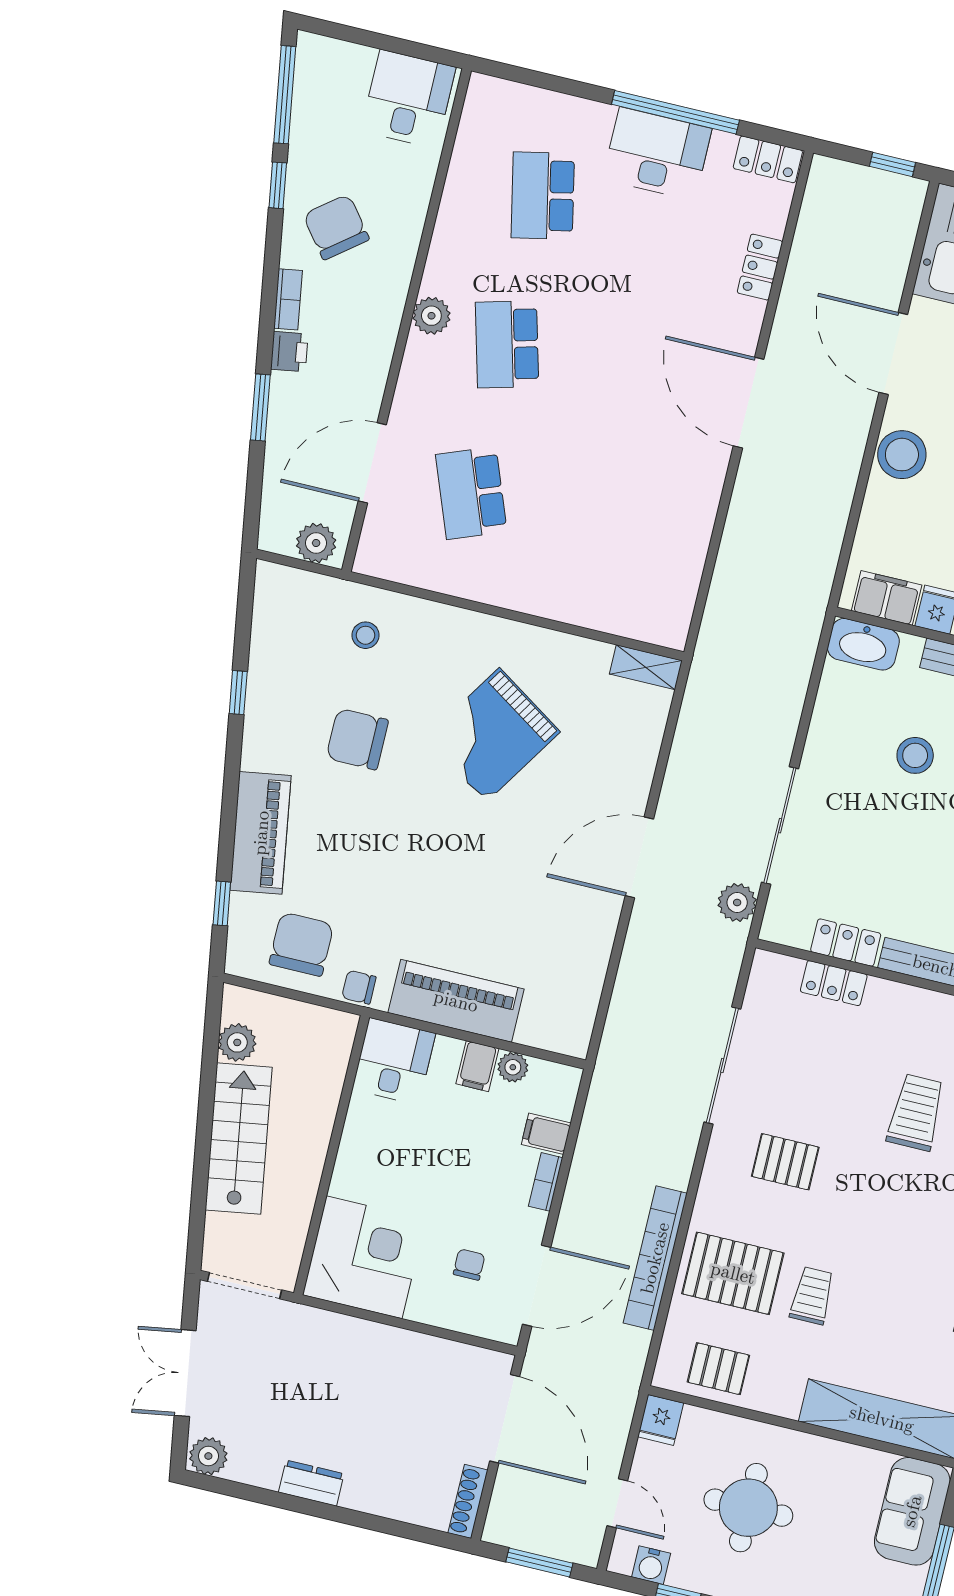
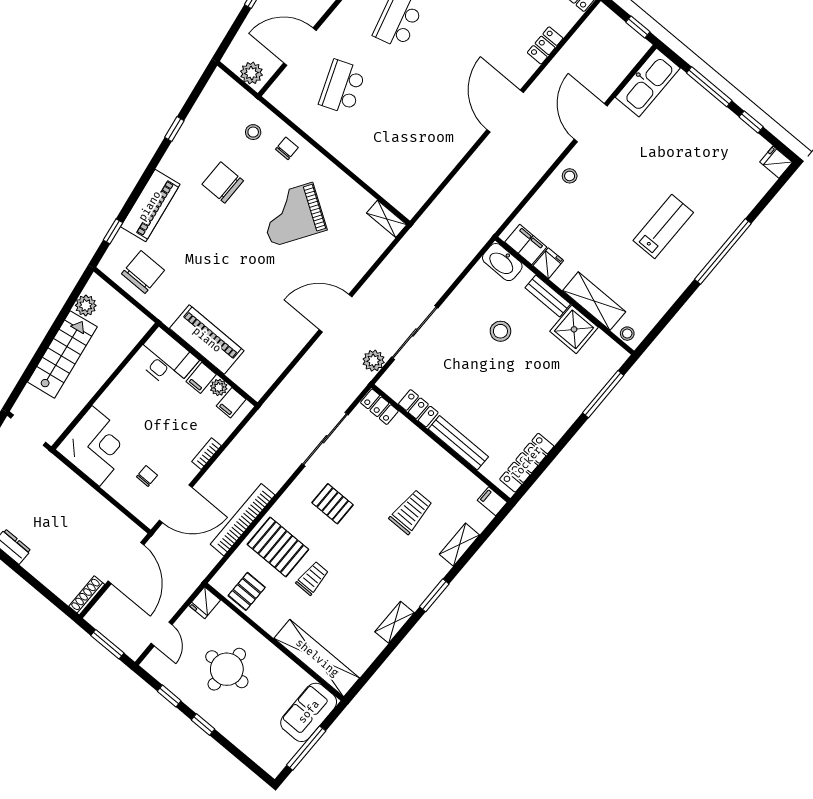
stool: (902, 455) -> (570, 176), width x0.53, depth x0.53
locker: (834, 983) -> (379, 407), moved
chair: (359, 987) -> (287, 148), moved, turned 90
desk: (394, 1061) -> (166, 359), width x1.37
filing cabinet: (546, 1134) -> (231, 403), moved, turned -90
pallet: (718, 1369) -> (247, 591), turned 90
water cooler: (651, 1565) -> (163, 674), removed

